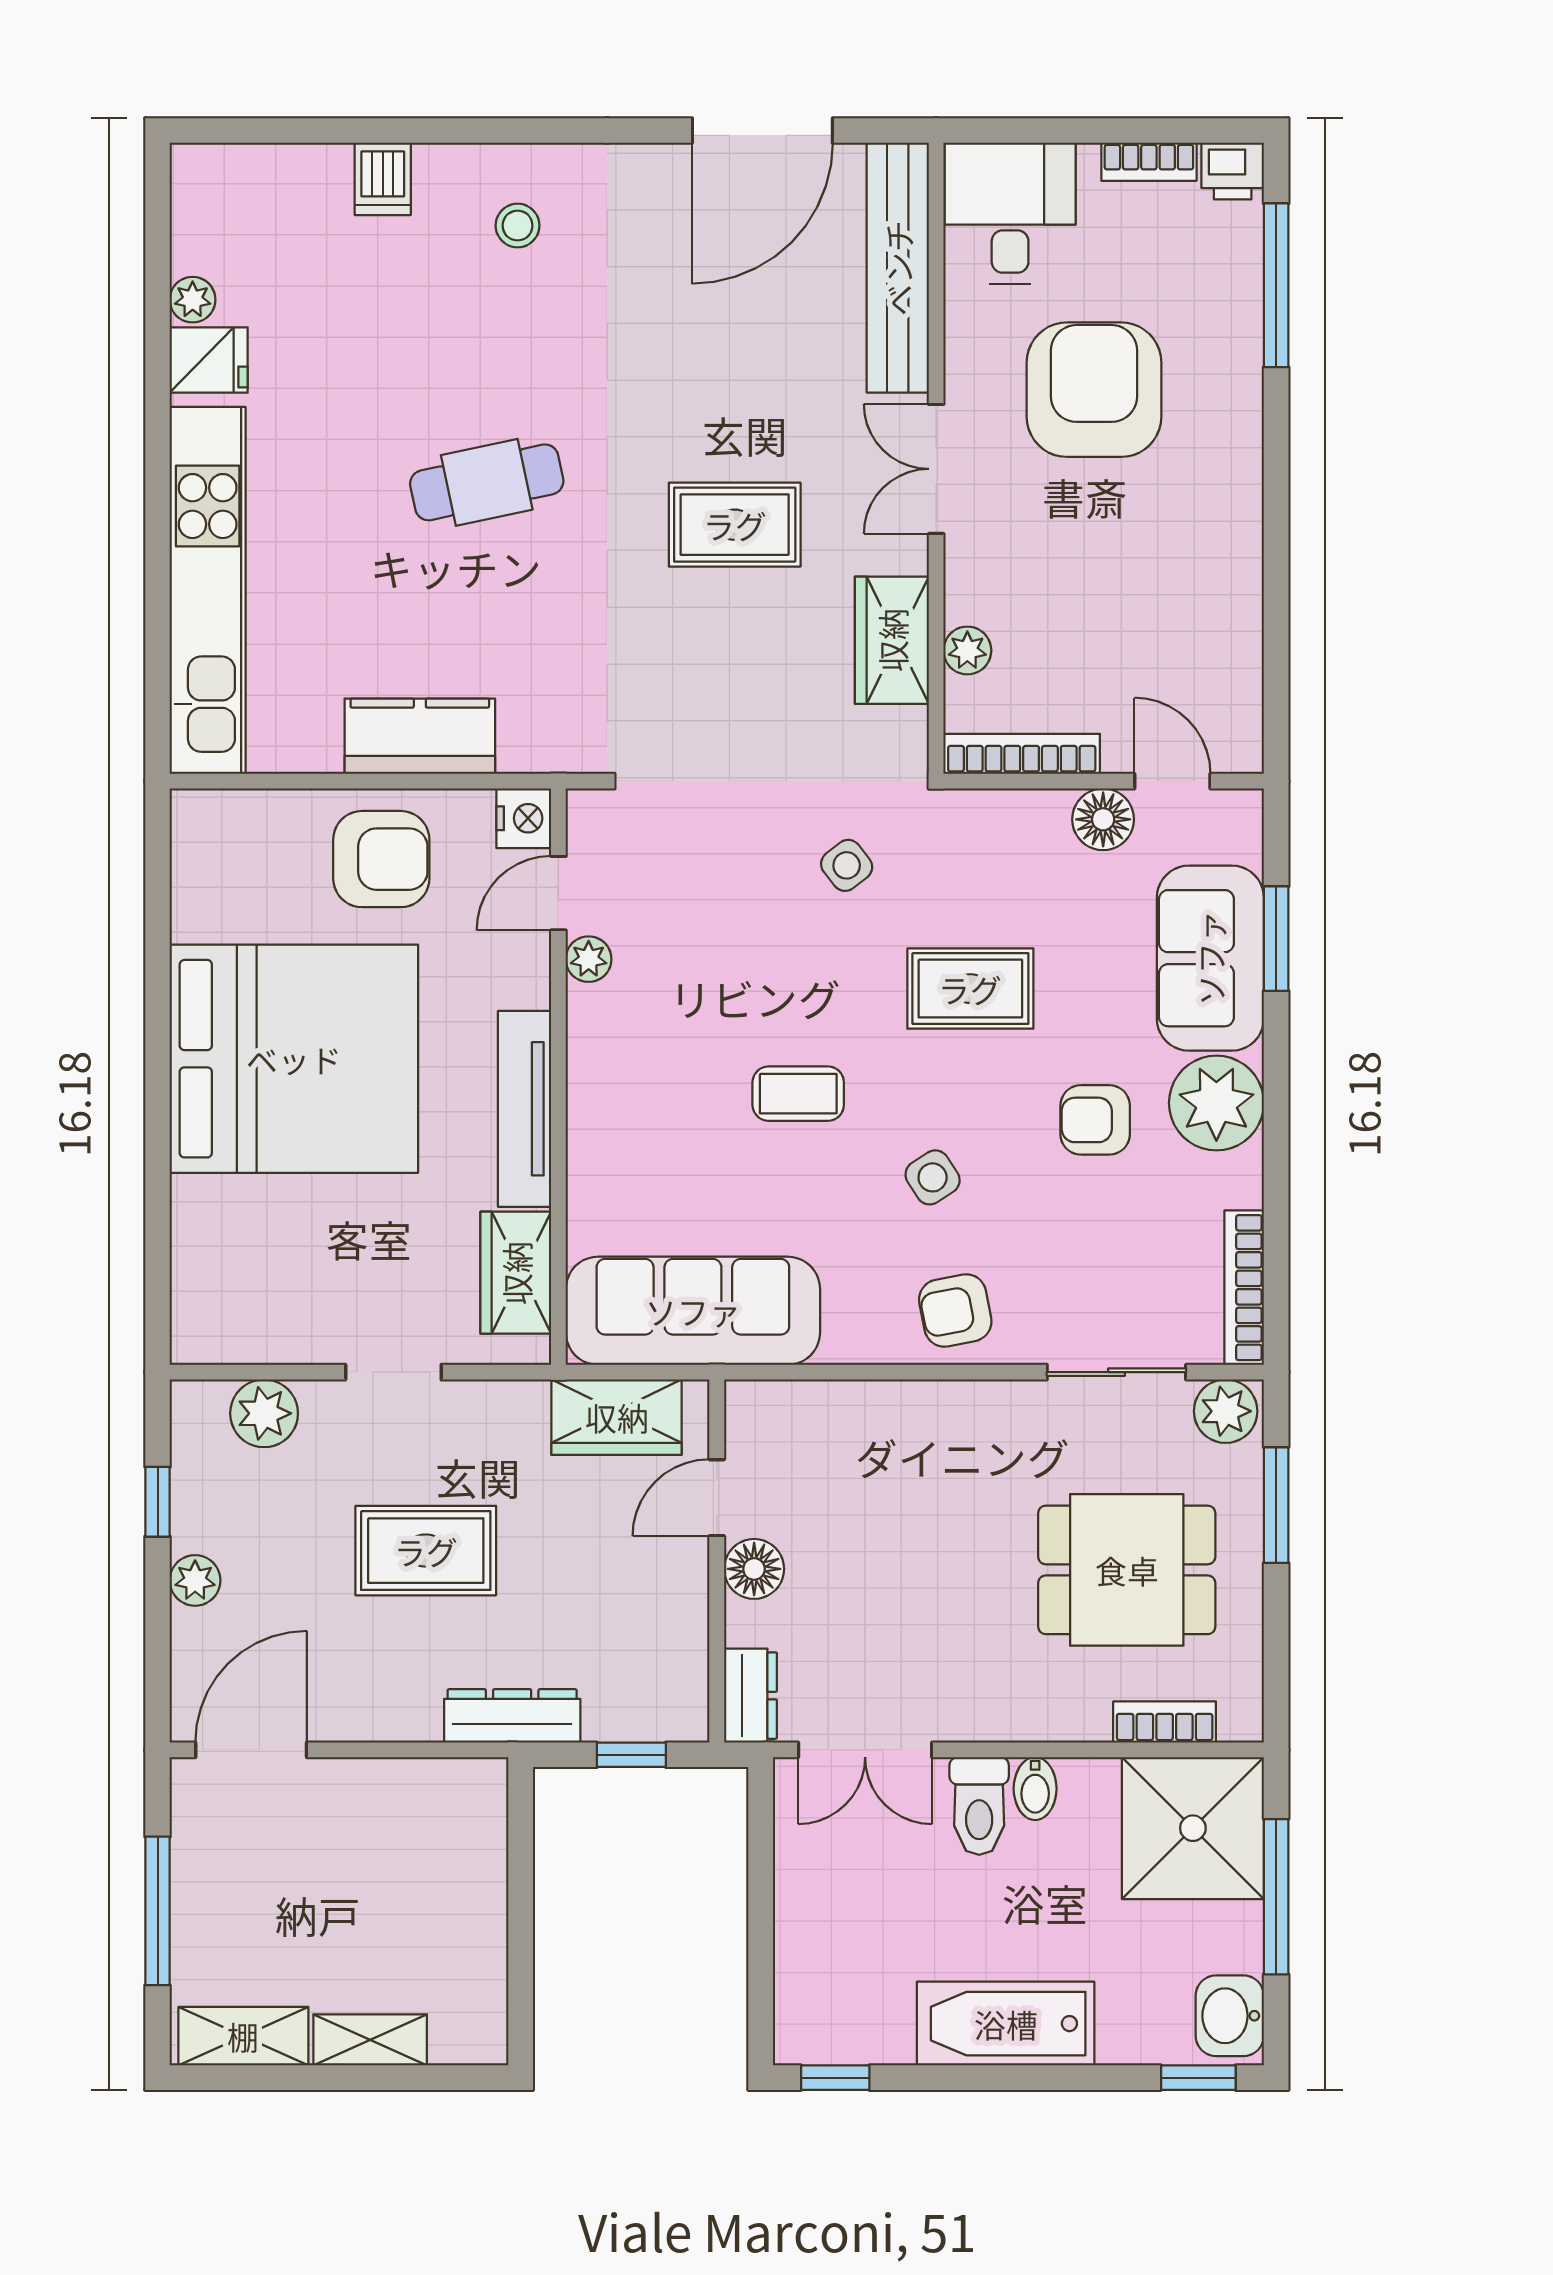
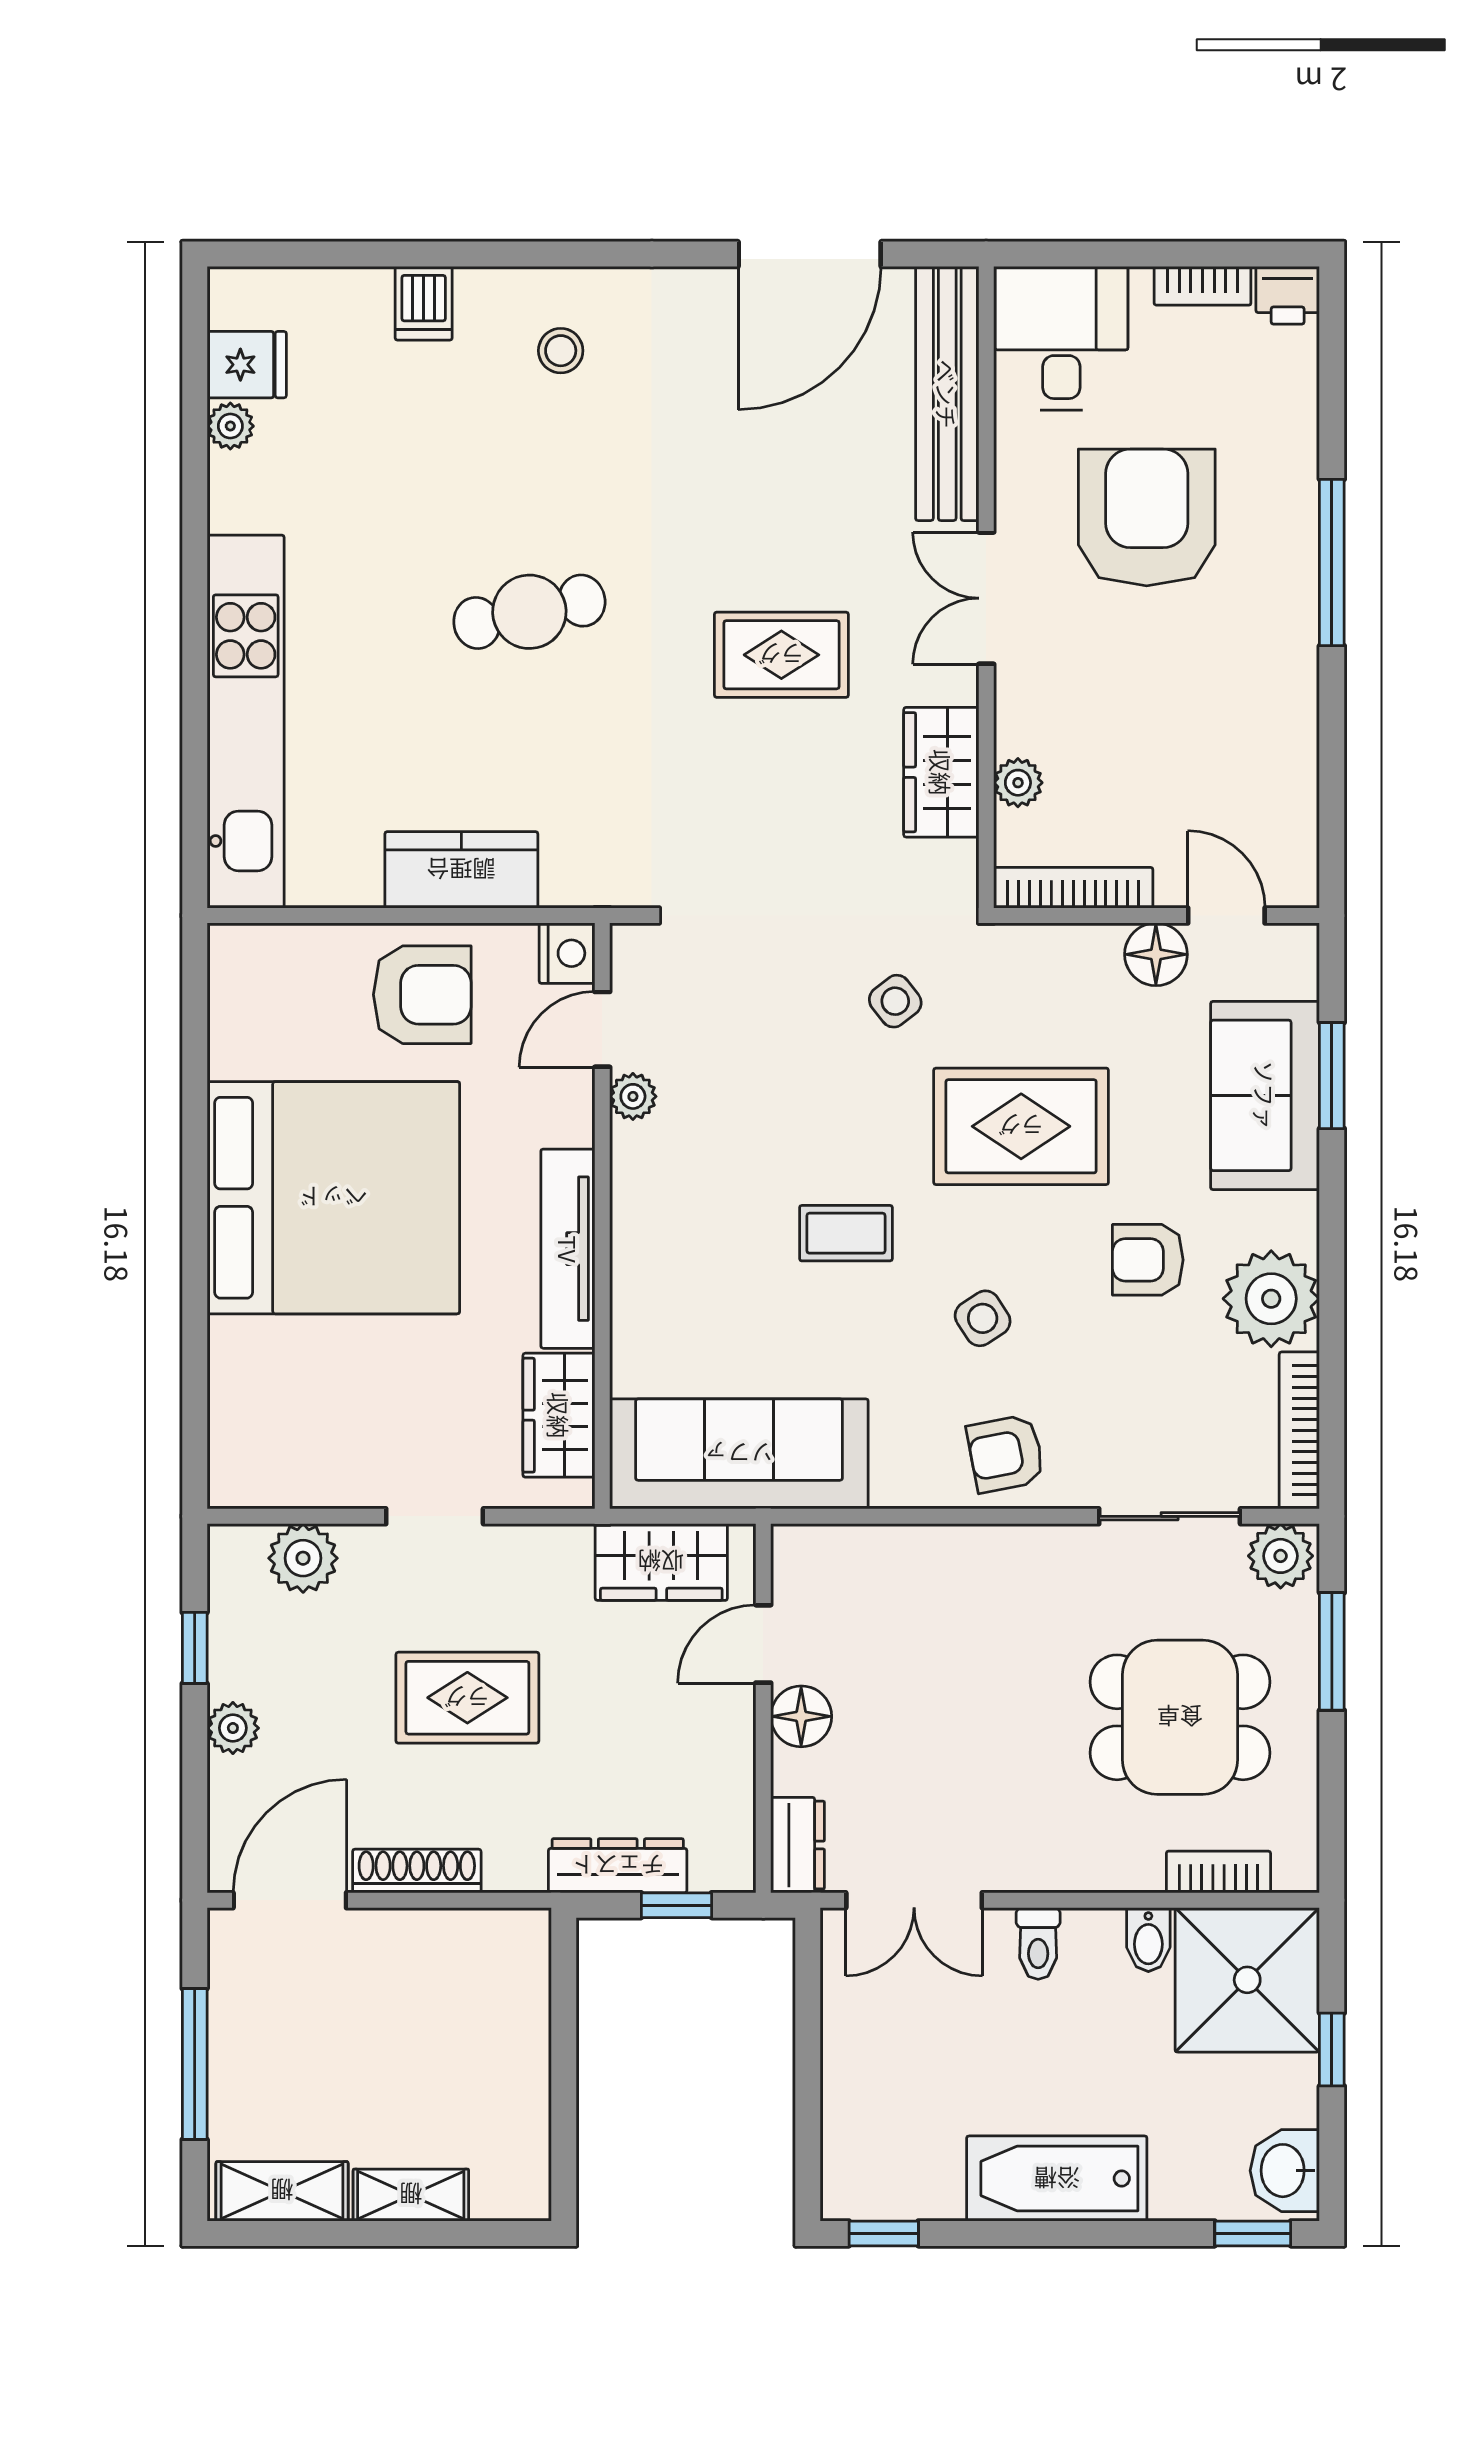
window: (1276, 285) -> (1332, 562), moved
fridge: (209, 360) -> (247, 365), moved
rug: (970, 989) -> (1021, 1126), width x1.36, depth x1.43
plant: (1216, 1103) -> (1271, 1299), moved
dresser: (512, 1716) -> (618, 1866), moved
shoe rack: (376, 1721) -> (417, 1871), added
bidet: (1035, 1789) -> (1148, 1940), moved
toilet: (979, 1806) -> (1038, 1943), width x0.73, depth x0.72
window: (1276, 1897) -> (1332, 2050), width x0.46

